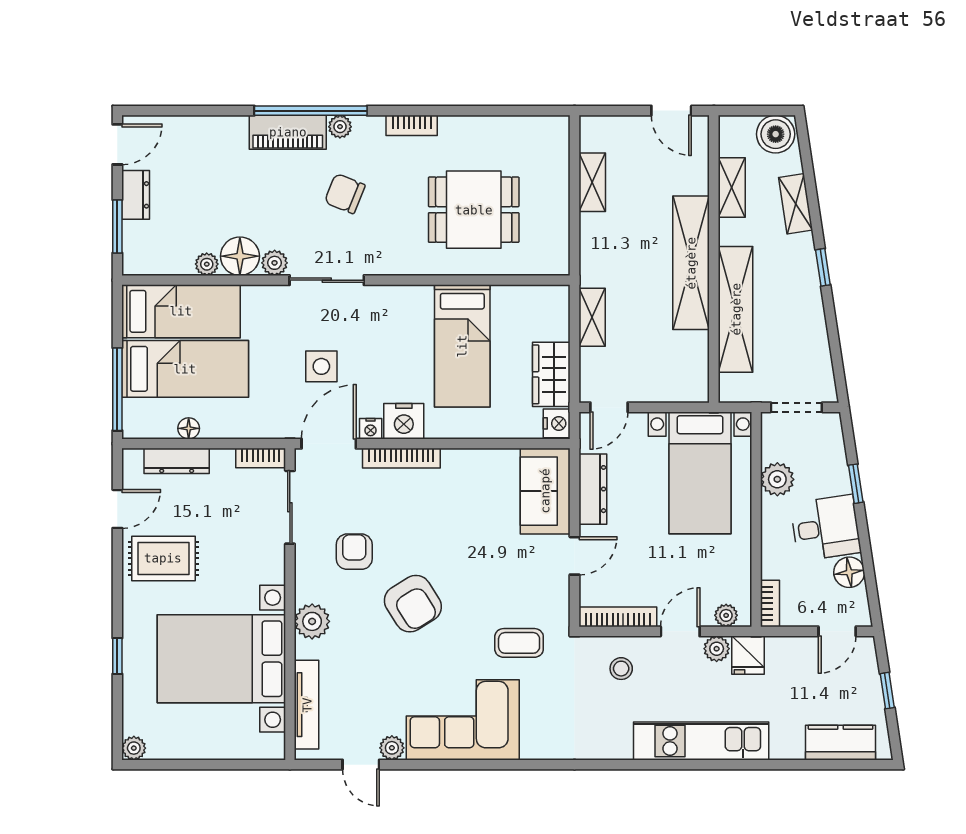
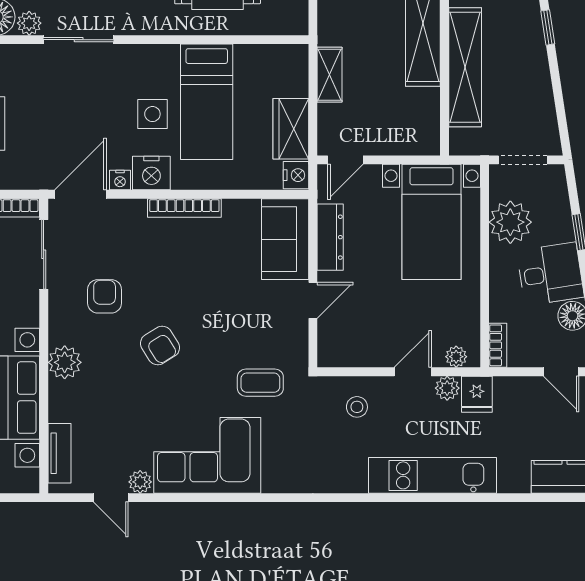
side table: (321, 366) -> (152, 114), moved
bookcase: (401, 458) -> (184, 208), moved
plant: (777, 479) -> (510, 222), width x1.36, depth x1.36
armchair: (413, 604) -> (160, 345), width x0.72, depth x0.72
bookcase: (618, 617) -> (354, 358), removed
door: (837, 631) -> (561, 372), hinge flipped
tv unit: (307, 705) -> (59, 453), width x0.71

